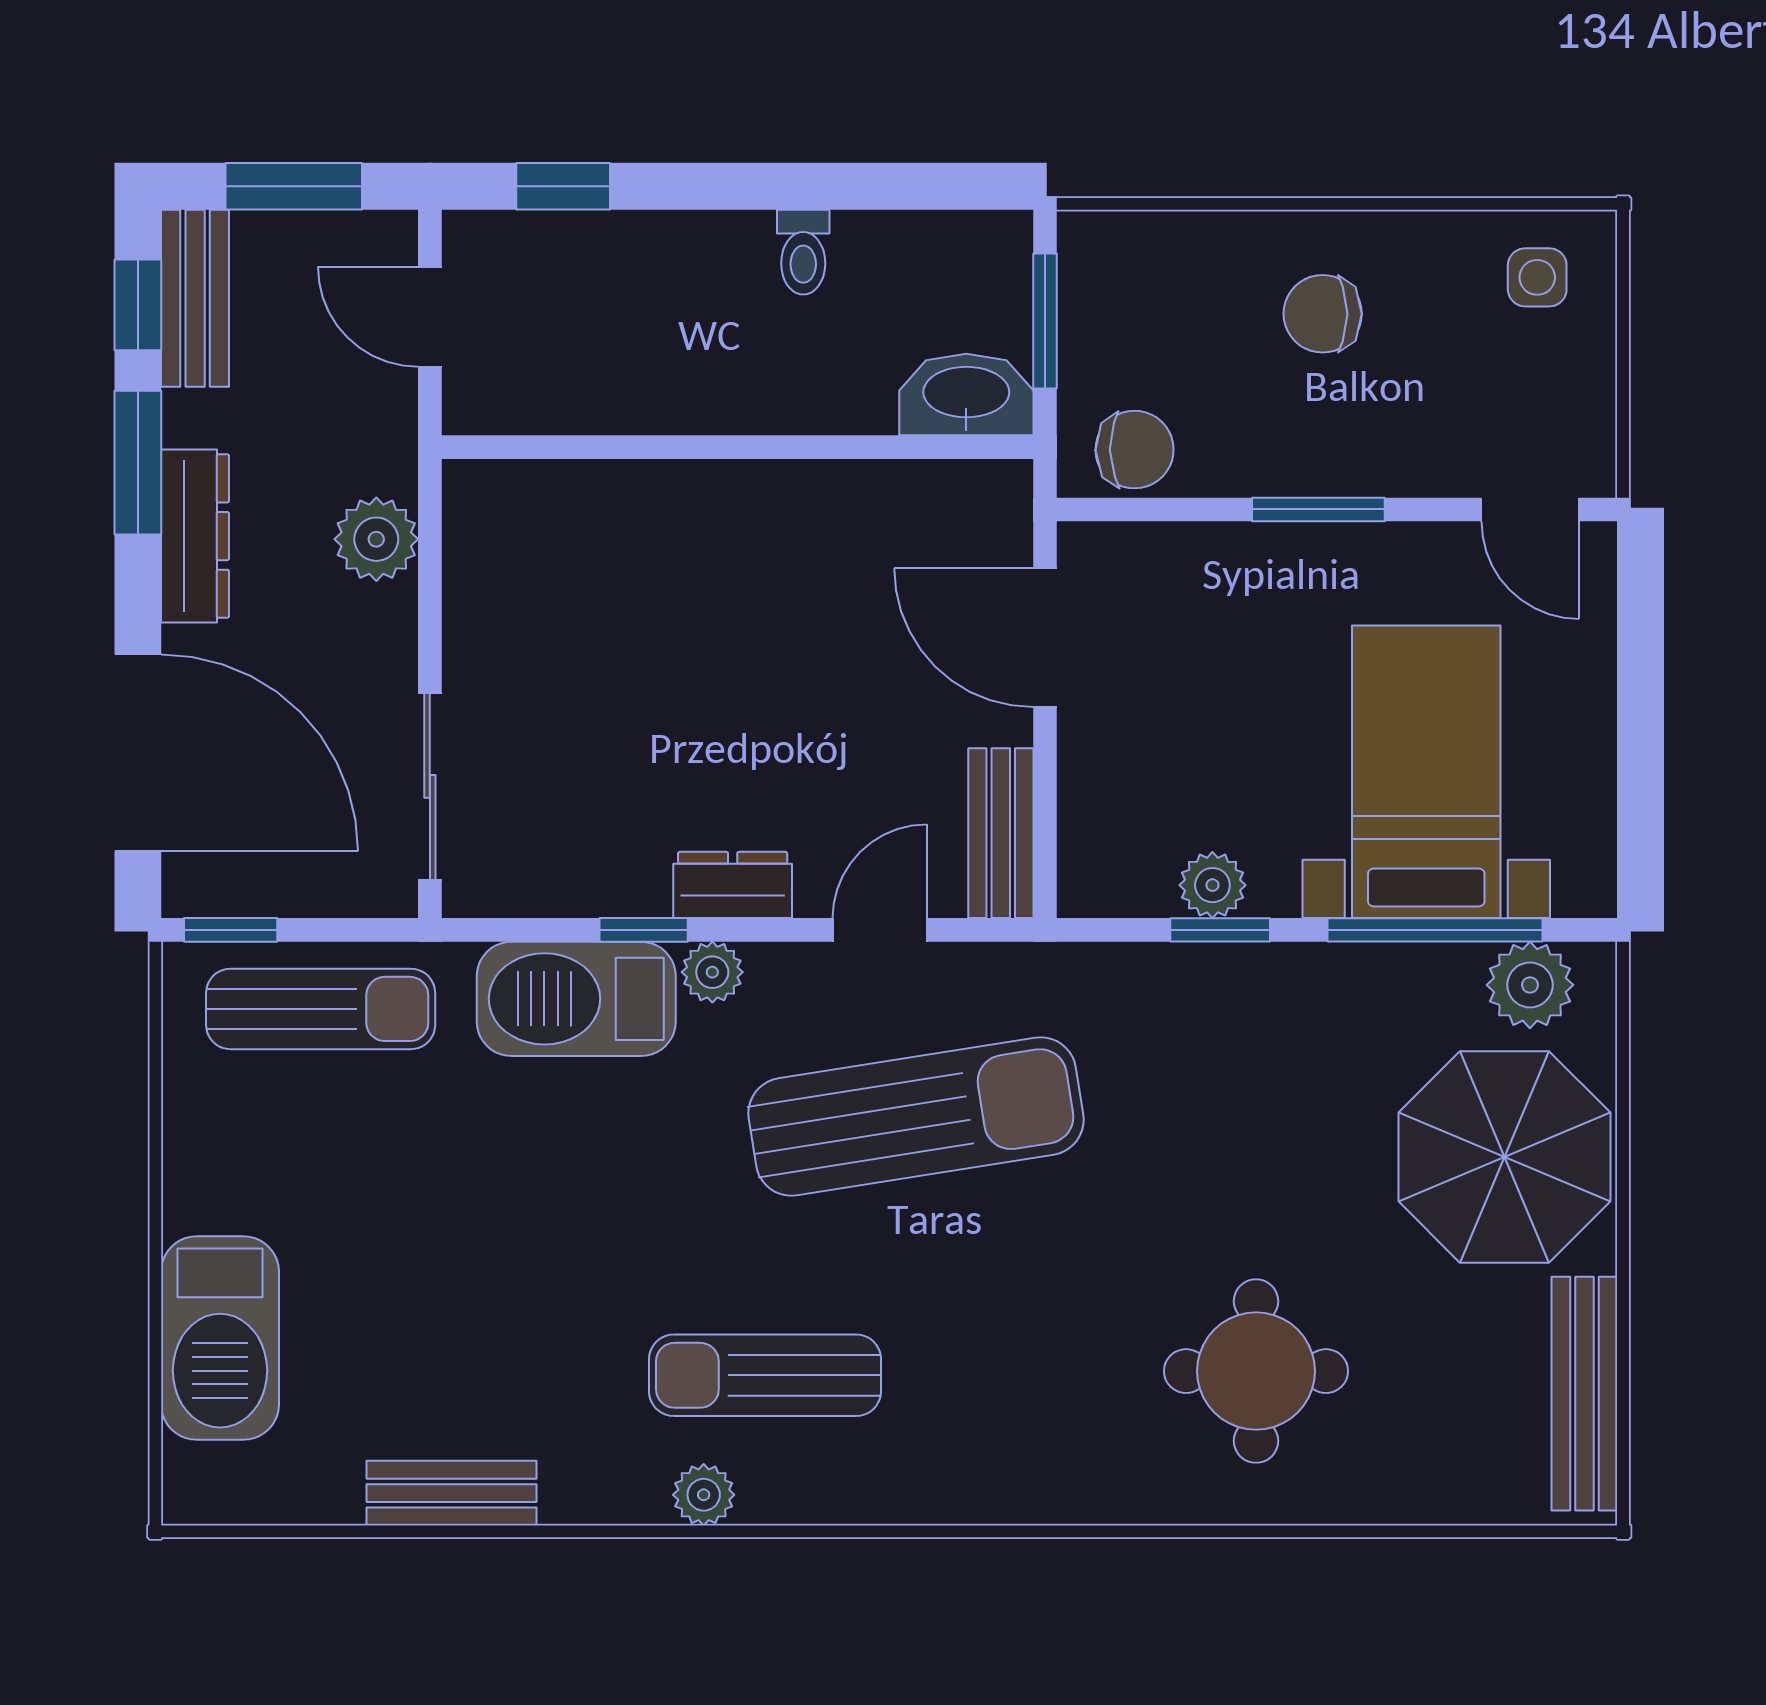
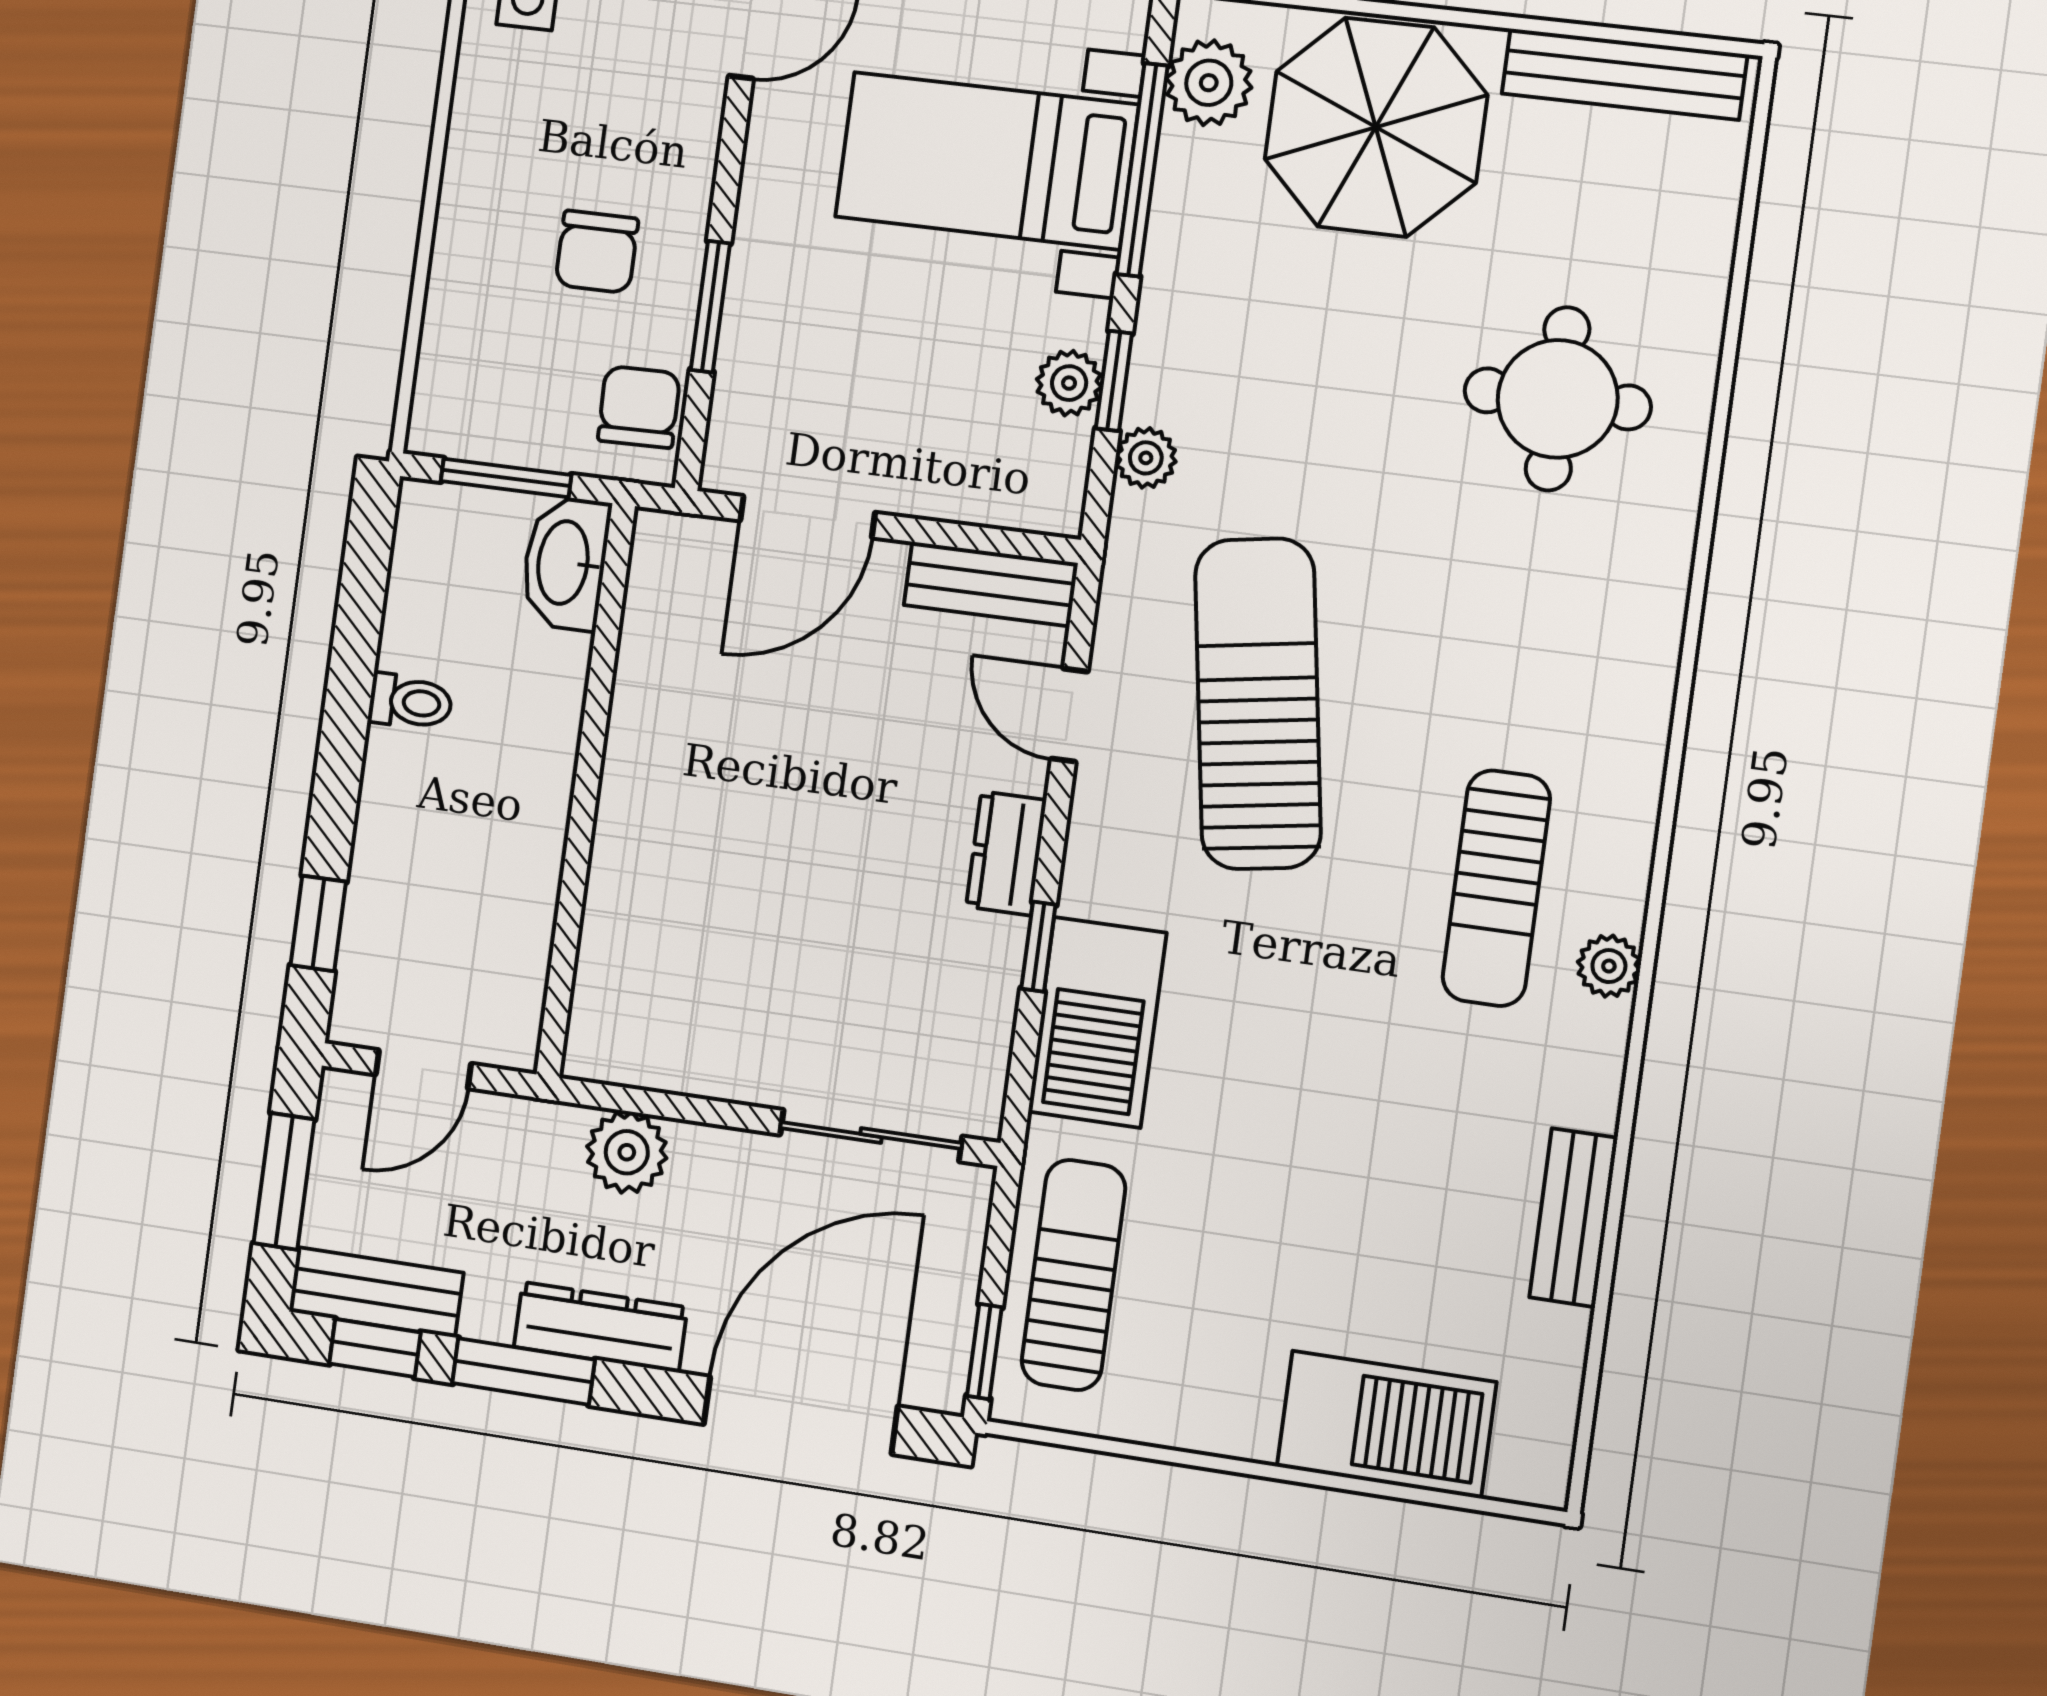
chair: (1323, 314) -> (597, 252), moved
window: (1318, 509) -> (710, 307), moved
plant: (712, 972) -> (1146, 458), moved

